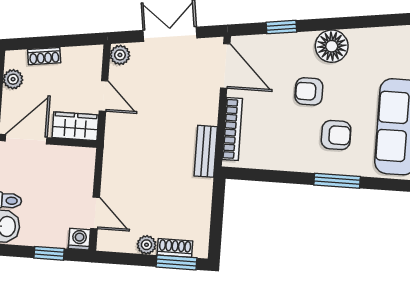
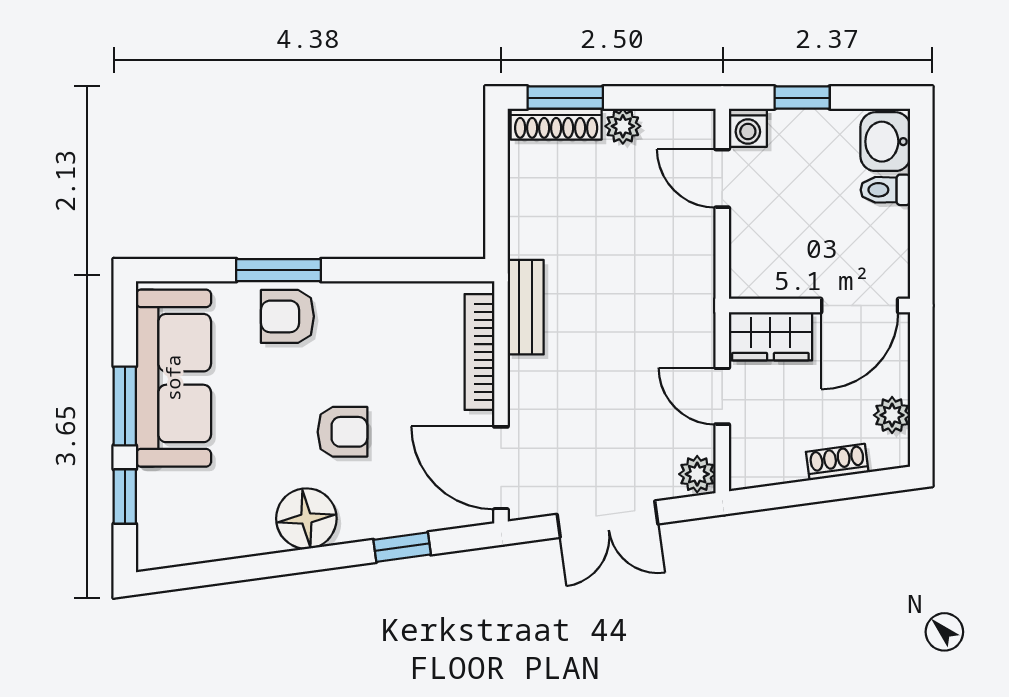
armchair: (336, 135) -> (287, 316), moved
shoe rack: (175, 248) -> (556, 124), width x1.43

